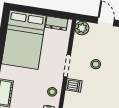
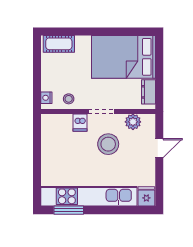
plant: (82, 28) -> (133, 122), moved
stool: (96, 64) -> (108, 144), width x1.89, depth x1.89

